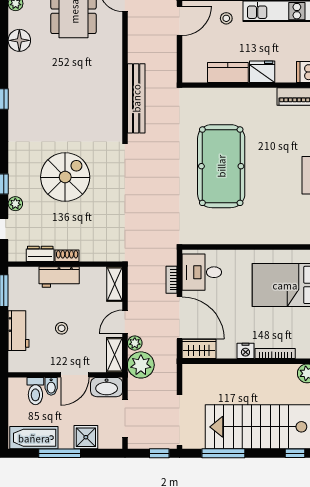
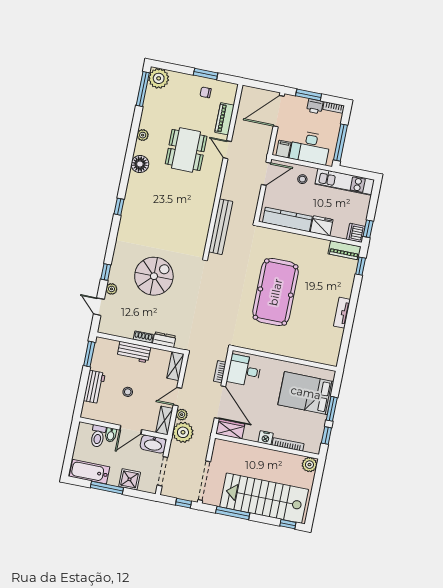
kitchen counter: (228, 72) -> (287, 219), width x1.50
dresser: (40, 254) -> (164, 340), moved

